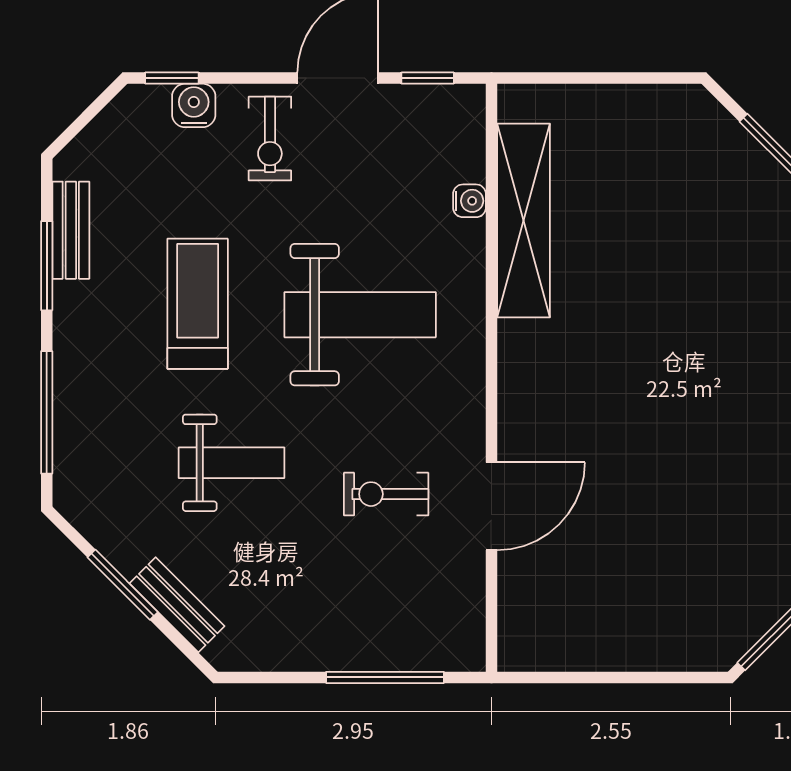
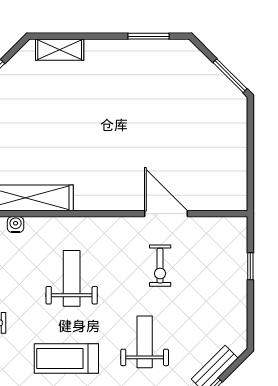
weight bench: (360, 315) -> (72, 278), width x0.73, depth x0.75
window: (385, 677) -> (250, 266), width x0.46

